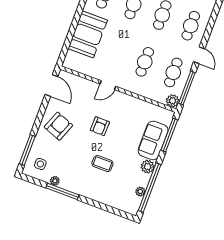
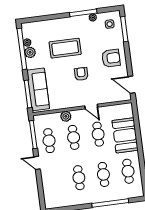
cafe table: (191, 26) -> (98, 134), moved
door: (108, 85) -> (91, 107), swing flipped
plant: (173, 101) -> (66, 116), moved
armchair: (58, 126) -> (111, 58), turned -111
sofa: (153, 140) -> (38, 89), width x1.36
coffee table: (102, 164) -> (65, 48), width x1.86, depth x1.72
plant: (148, 167) -> (30, 52), moved

